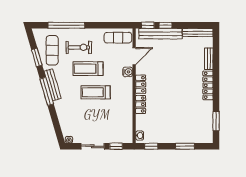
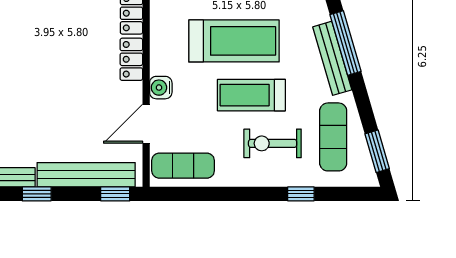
window: (66, 25) -> (301, 194), width x0.32
window: (165, 25) -> (37, 194), moved
window: (37, 57) -> (377, 151), moved
treadmill: (88, 69) -> (251, 95), turned 180
treadmill: (96, 92) -> (234, 41), width x1.37, depth x1.38

